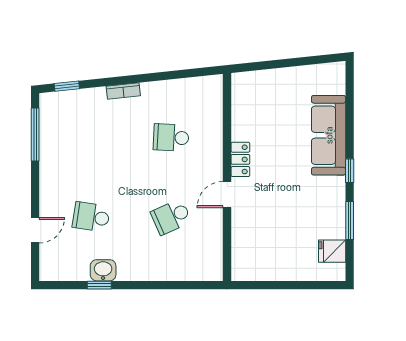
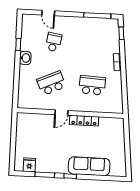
school desk: (171, 137) -> (92, 85), width x1.85
locker: (240, 159) -> (84, 121), width x1.53
door: (227, 195) -> (61, 113), swing flipped
school desk: (171, 217) -> (51, 83), width x1.85
washbasin: (103, 270) -> (25, 58), moved

